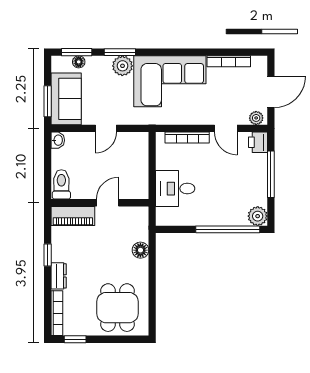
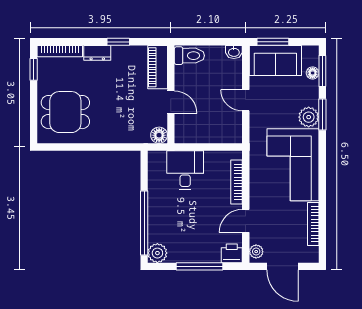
floor lamp: (140, 250) -> (159, 135), moved

